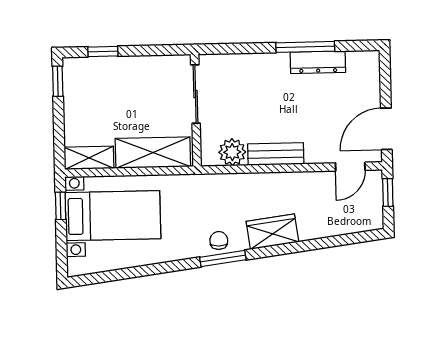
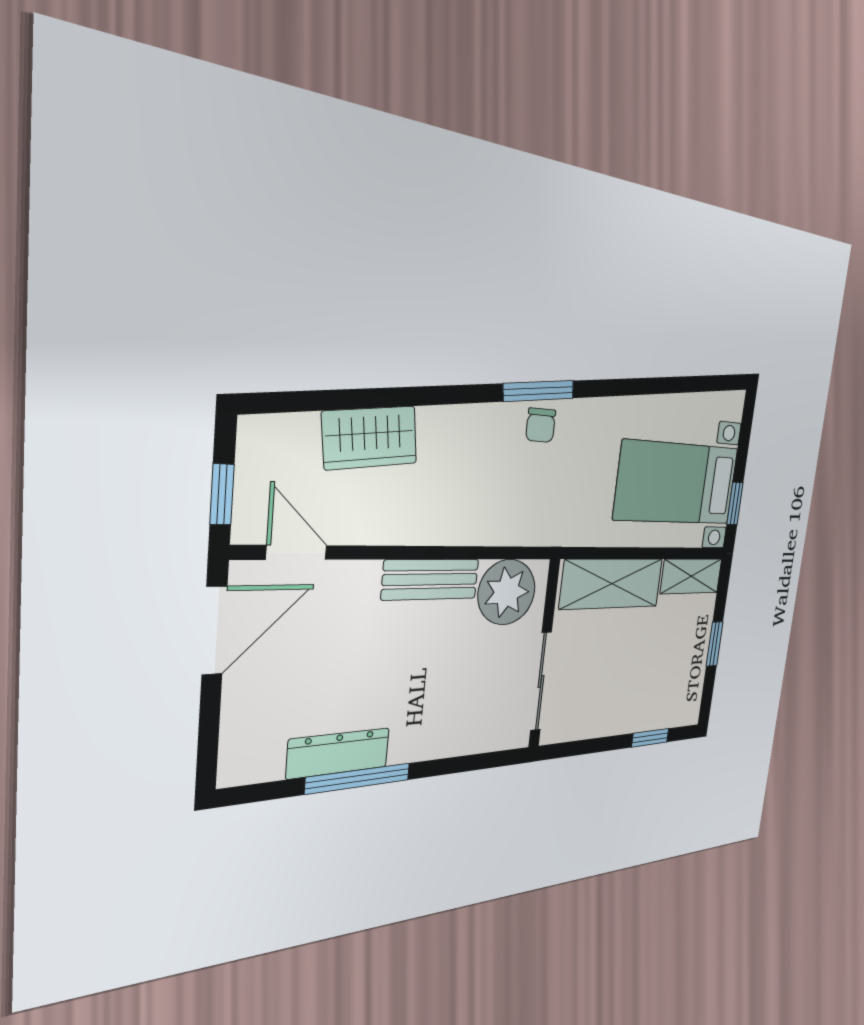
window: (58, 81) -> (715, 644), moved
plant: (232, 152) -> (507, 592), width x1.36, depth x1.36
door: (350, 167) -> (296, 552), hinge flipped
wardrobe: (272, 232) -> (370, 438), moved

